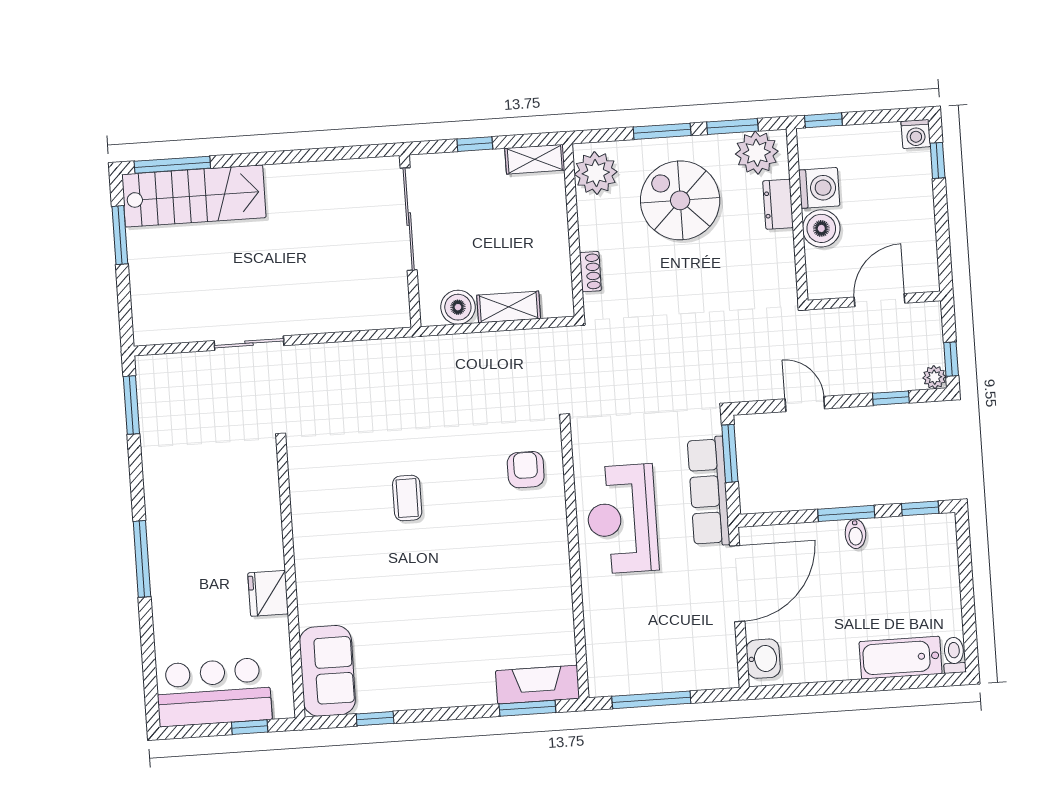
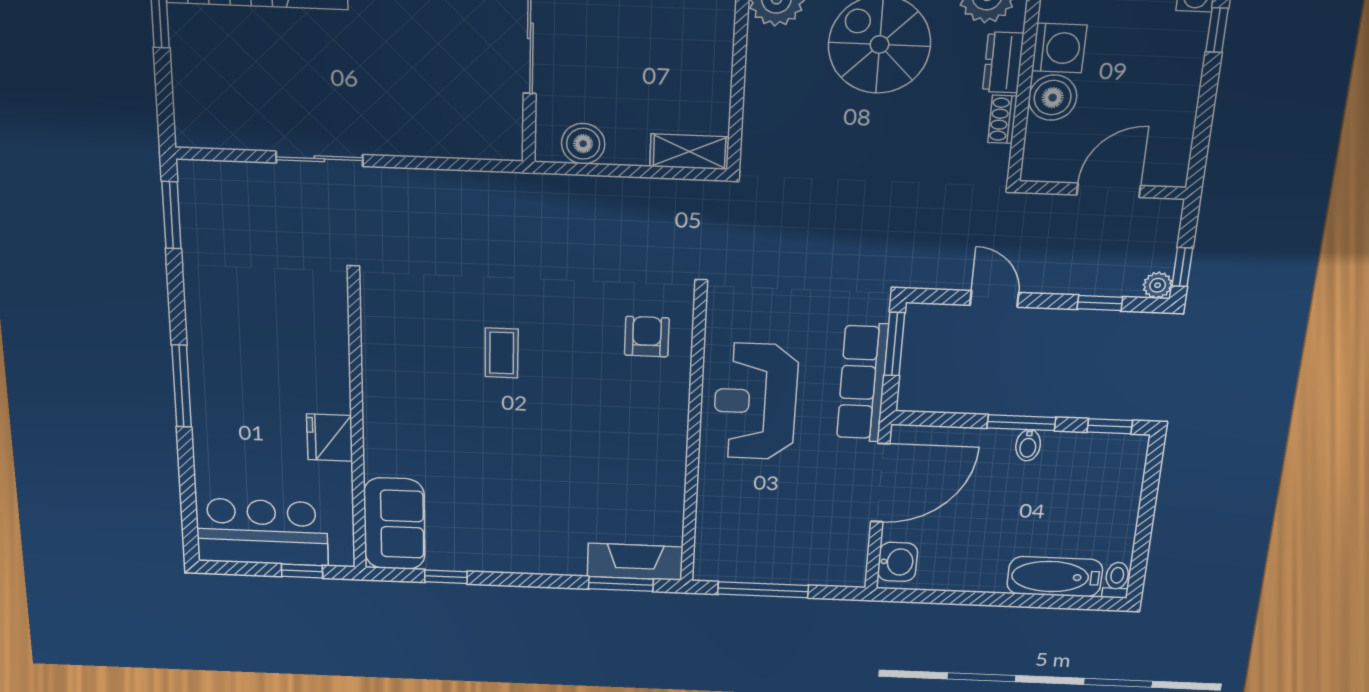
shoe rack: (590, 272) -> (1002, 119), moved, turned 180
shelving: (509, 307) -> (689, 152), moved

